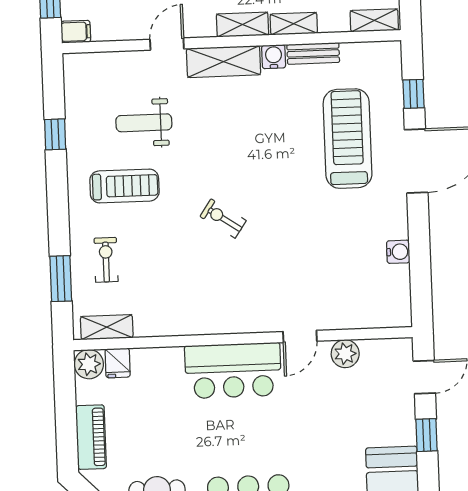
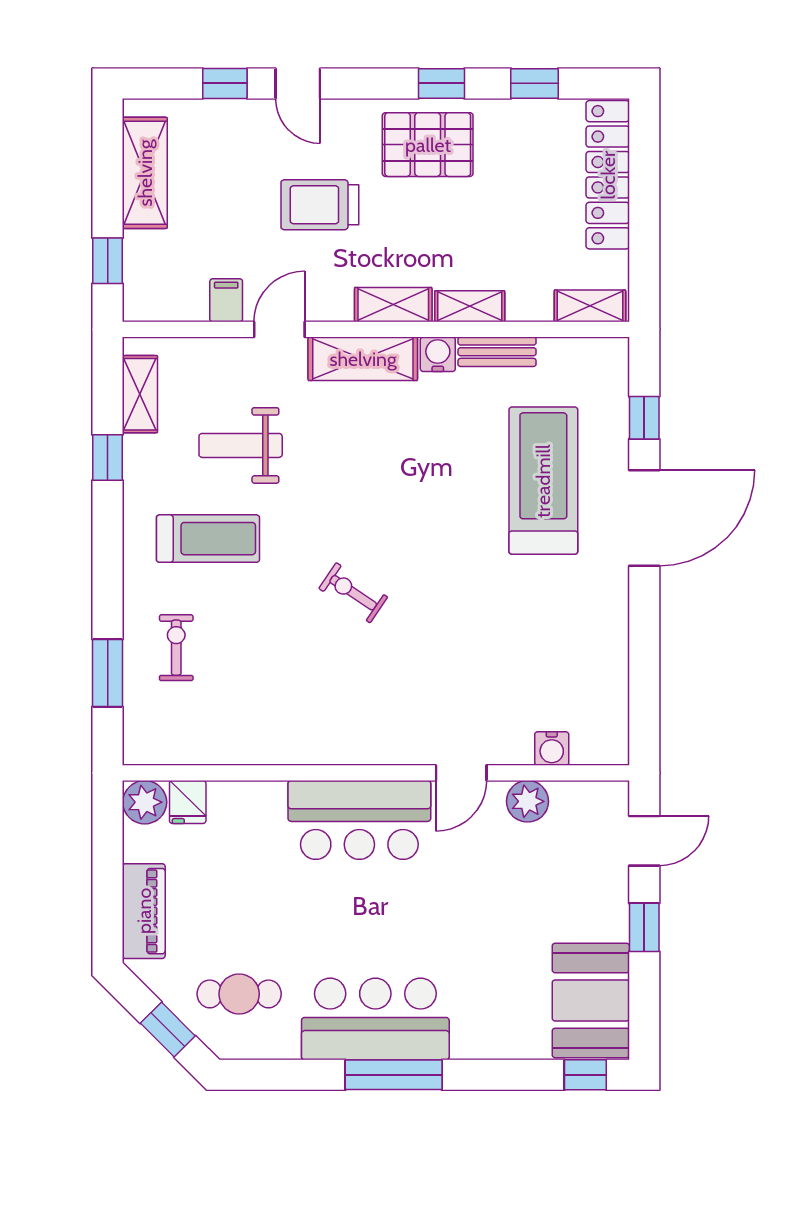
filing cabinet: (76, 32) -> (226, 300), moved, turned -90
water cooler: (398, 252) -> (552, 749), moved, turned 90
shelving: (107, 327) -> (140, 394), moved, turned 90

